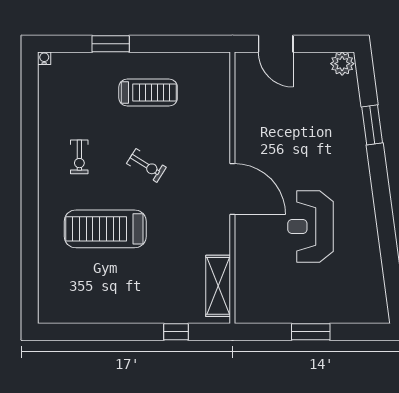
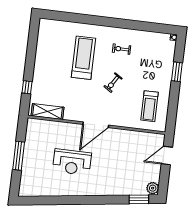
treadmill: (148, 93) -> (149, 106), moved
window: (372, 125) -> (139, 199), moved
reception desk: (311, 226) -> (72, 162), turned 180
window: (311, 332) -> (19, 156), width x1.44

